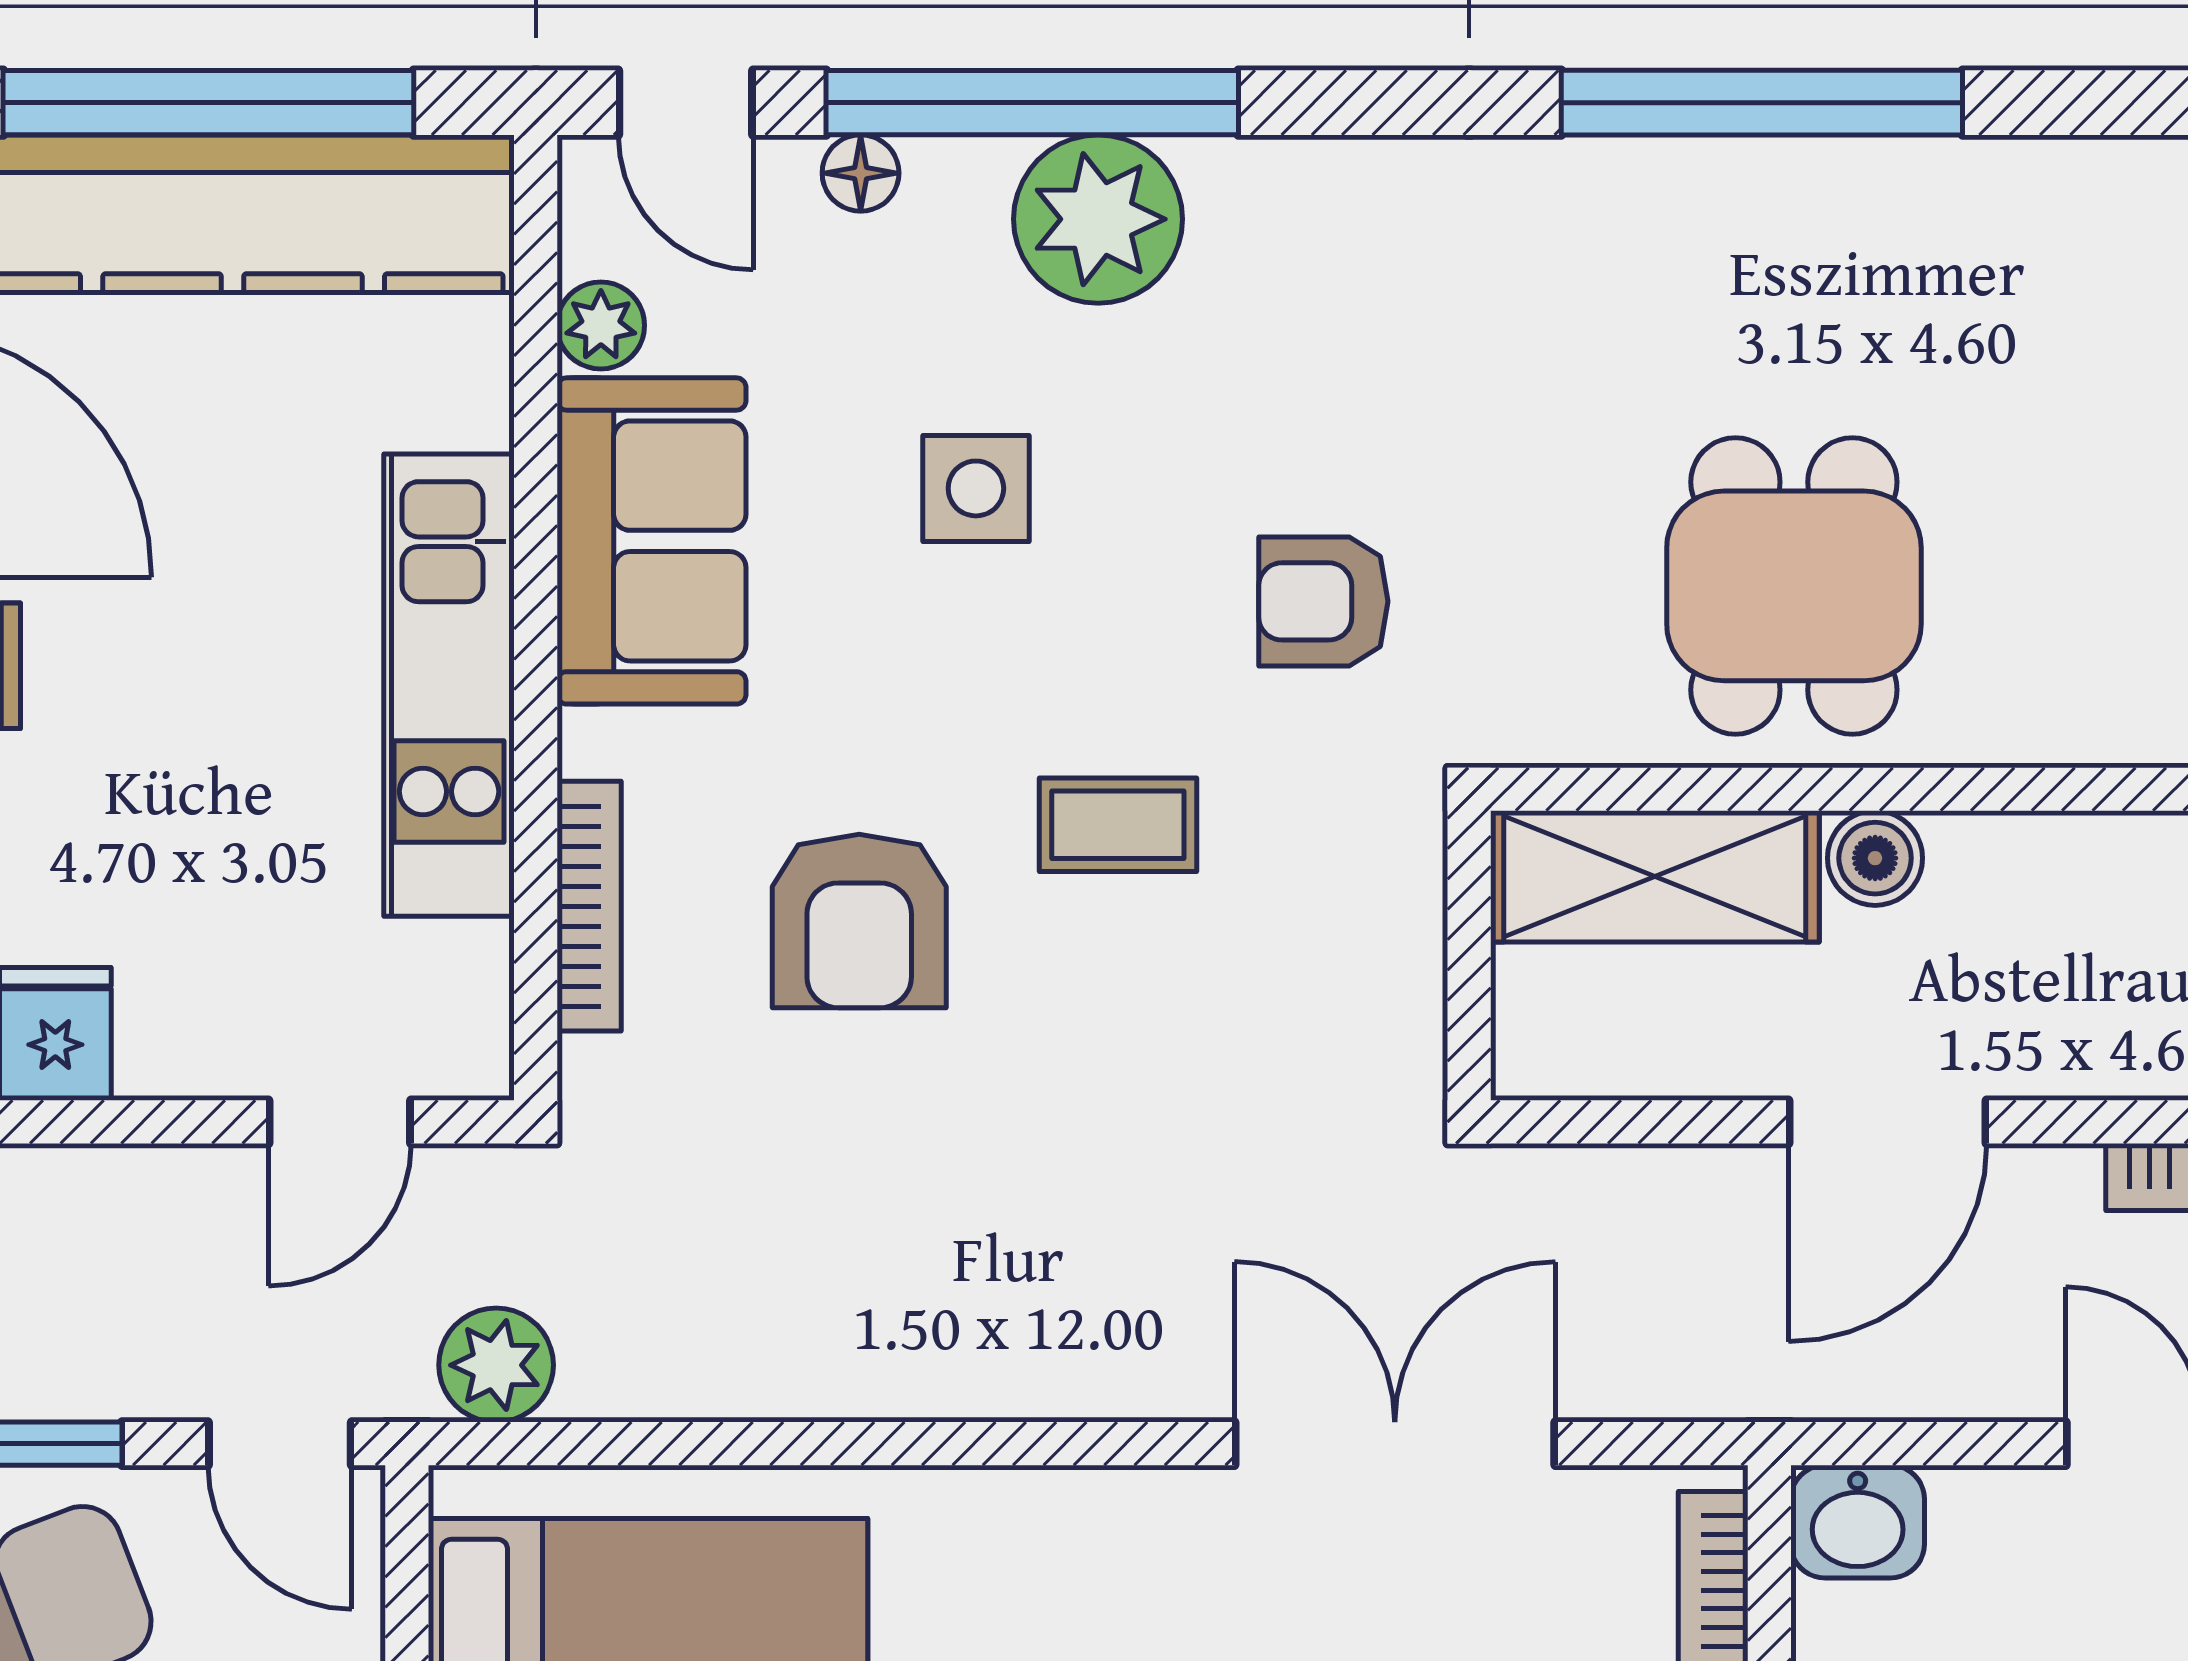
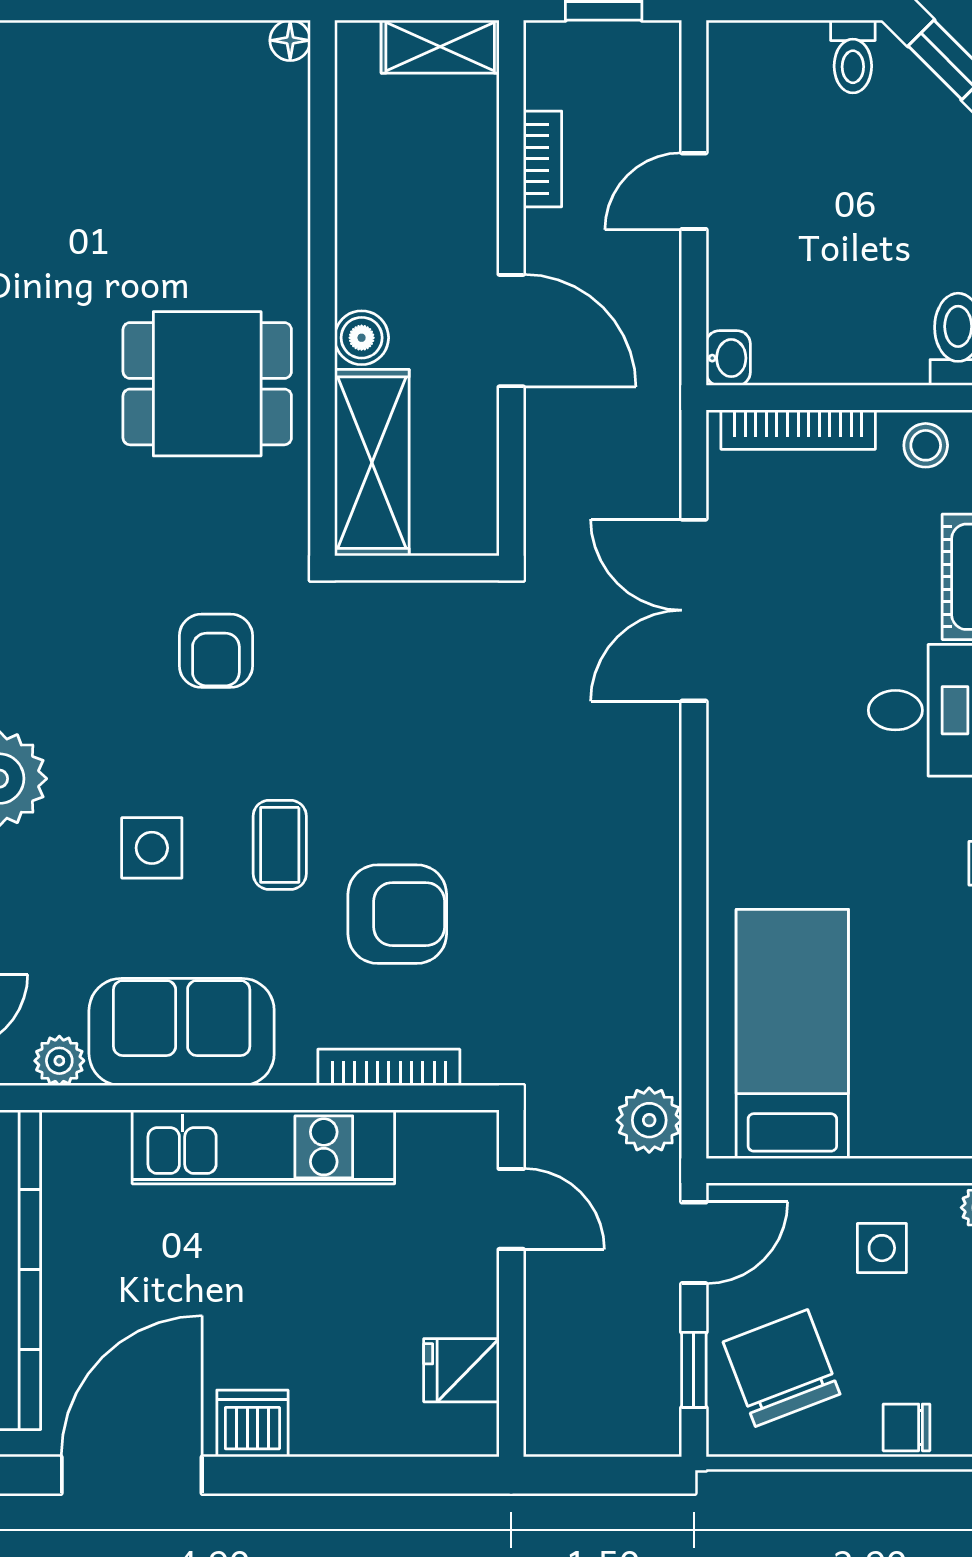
coffee table: (1118, 825) -> (280, 845), moved
washbasin: (1858, 1522) -> (728, 358), width x0.72, depth x0.69

